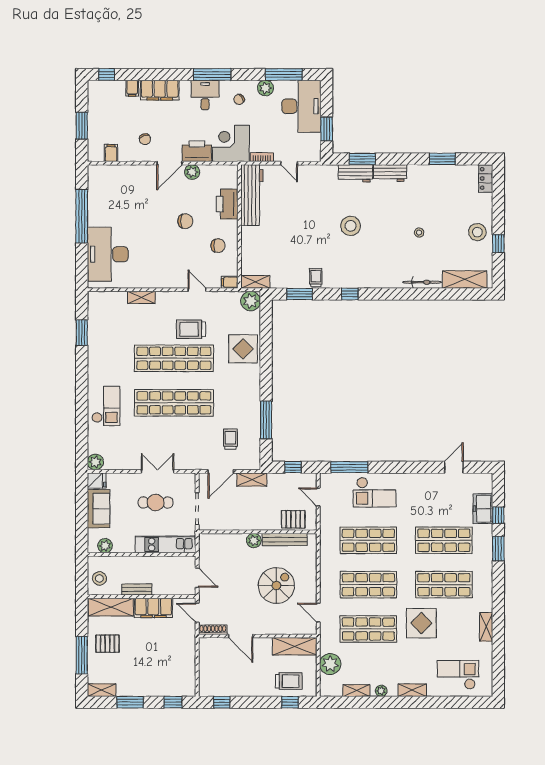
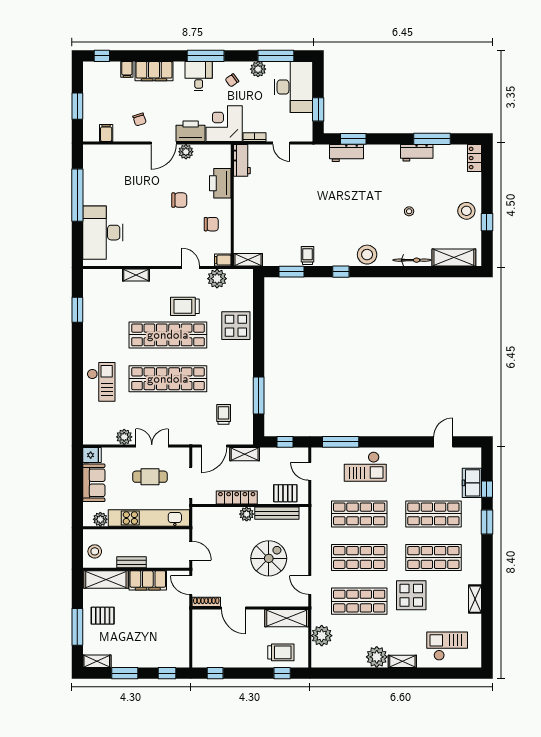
window: (442, 159) -> (432, 139), width x1.44
workbench: (390, 173) -> (417, 153), moved
workbench: (252, 195) -> (242, 160), width x0.53, depth x0.76
stool: (351, 226) -> (367, 255), moved
plant: (251, 301) -> (217, 279), moved
plant: (95, 462) -> (124, 437), moved
locker: (244, 524) -> (237, 497), added
kitchen unit: (166, 544) -> (149, 518), width x1.36
shelving: (356, 691) -> (348, 662), removed
plant: (381, 691) -> (377, 657), width x1.87, depth x1.87

